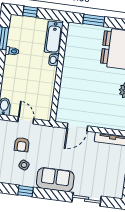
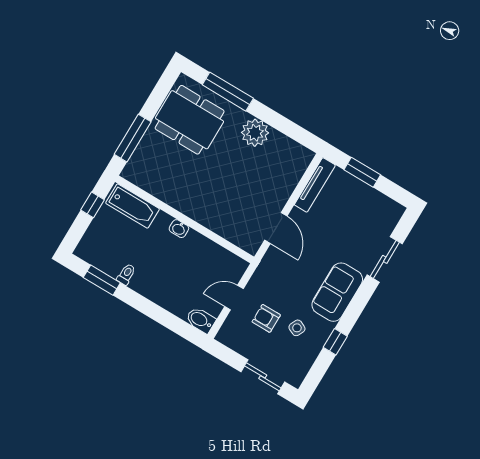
window: (30, 12) -> (93, 205), moved
window: (94, 20) -> (133, 138), width x1.44
washbasin: (54, 60) -> (179, 229), moved
armchair: (22, 145) -> (266, 318), turned 180

